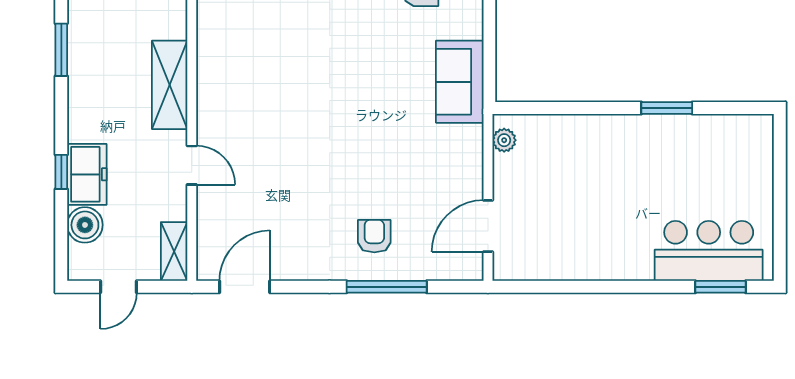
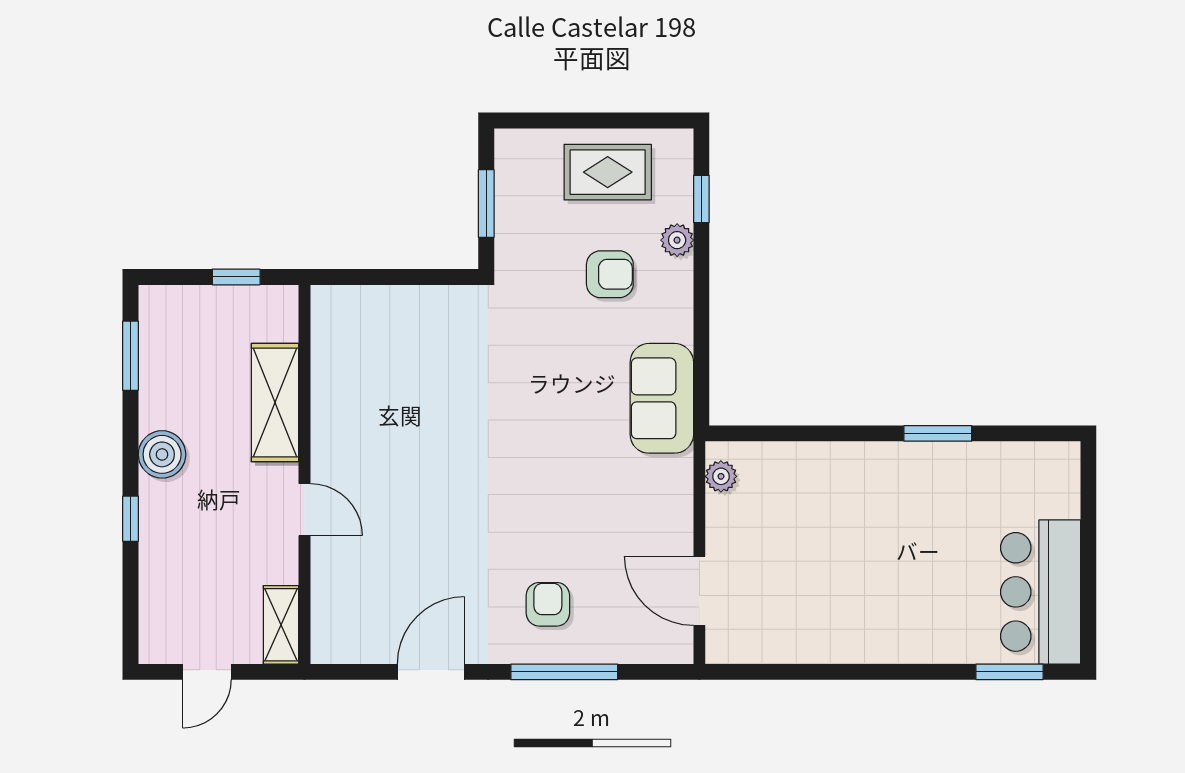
freezer: (87, 174) -> (165, 522), removed
boiler: (85, 225) -> (162, 454), moved
door: (488, 226) -> (699, 591), hinge flipped
bar counter: (709, 251) -> (1041, 592), moved, turned -90
door: (245, 287) -> (431, 672), moved

